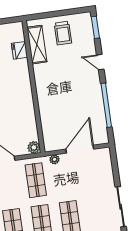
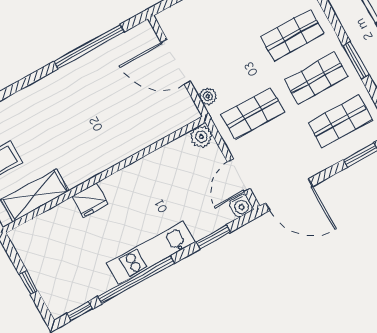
fridge: (19, 50) -> (90, 200), moved
door: (100, 62) -> (24, 83), removed

